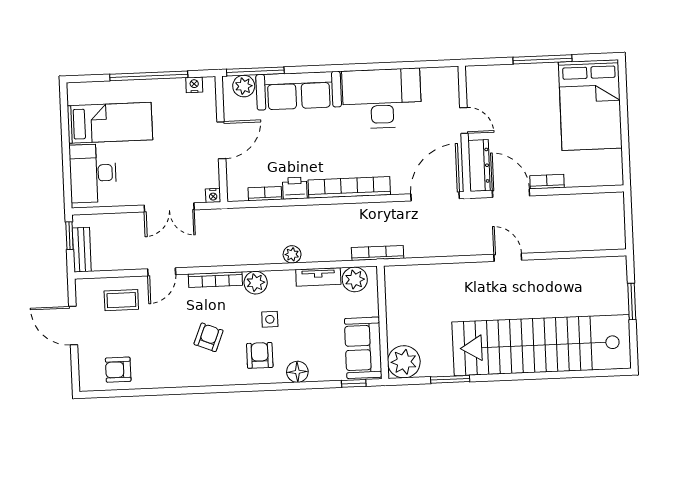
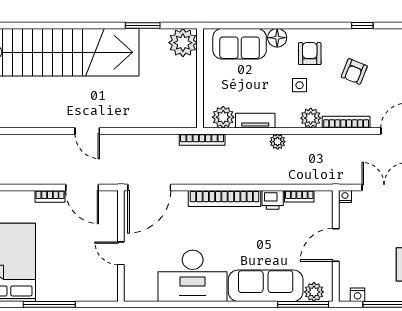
dresser: (479, 166) -> (109, 213), removed
sofa: (363, 348) -> (240, 44), moved, turned 90
armchair: (260, 355) -> (310, 54), turned 180
window: (354, 383) -> (362, 25), moved

